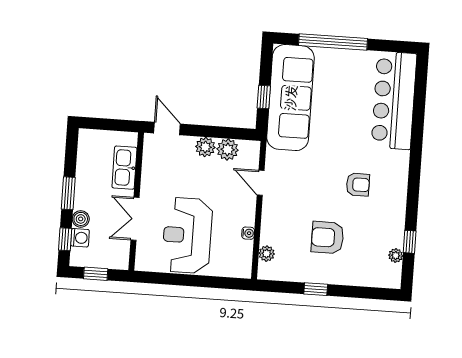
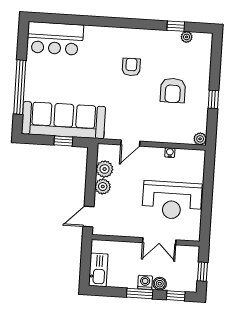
bar counter: (394, 100) -> (55, 38), width x0.73
kitchen sink: (124, 168) -> (98, 270), moved, turned -90
washing machine: (80, 238) -> (145, 282), moved
plant: (267, 254) -> (200, 139), moved

